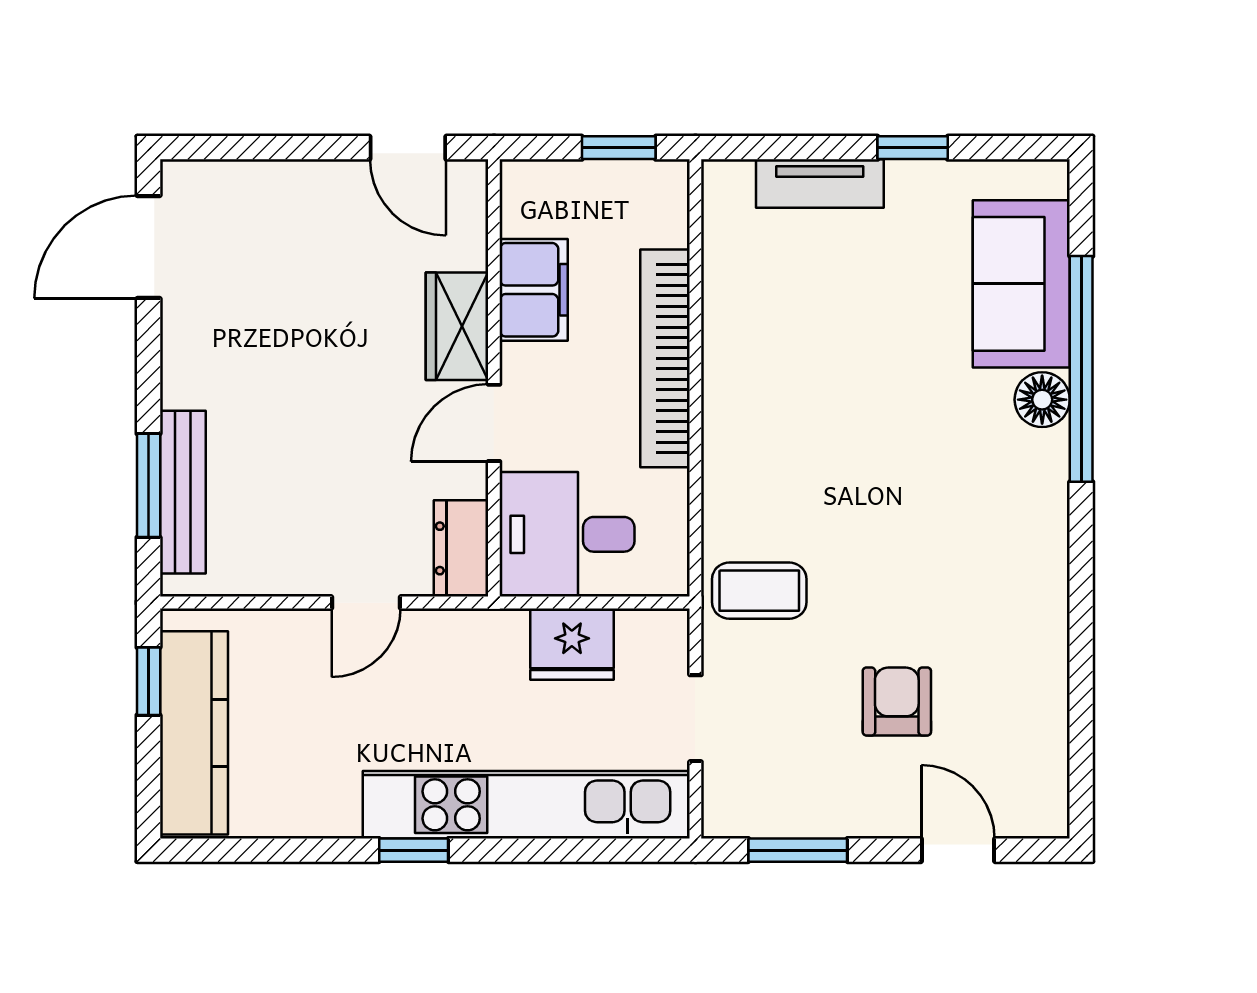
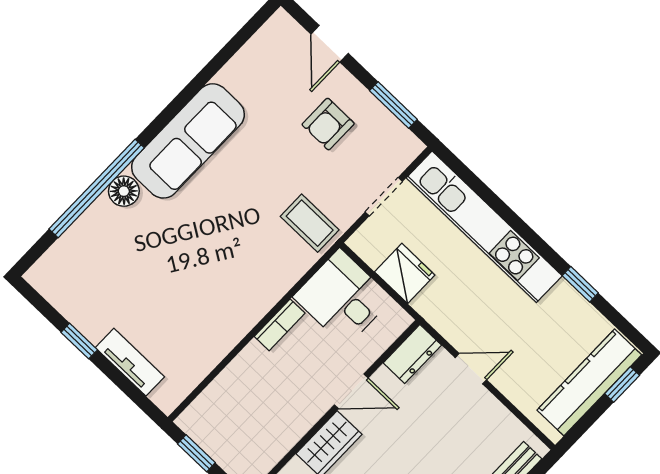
sofa: (1021, 284) -> (188, 141), moved, width x1.36
filing cabinet: (534, 290) -> (285, 429), removed
bookcase: (665, 358) -> (280, 325), width x0.43, depth x0.76
desk: (567, 534) -> (343, 298), moved, turned 180
window: (149, 681) -> (622, 384), moved
armchair: (897, 701) -> (328, 124), moved
window: (414, 850) -> (580, 284), moved

